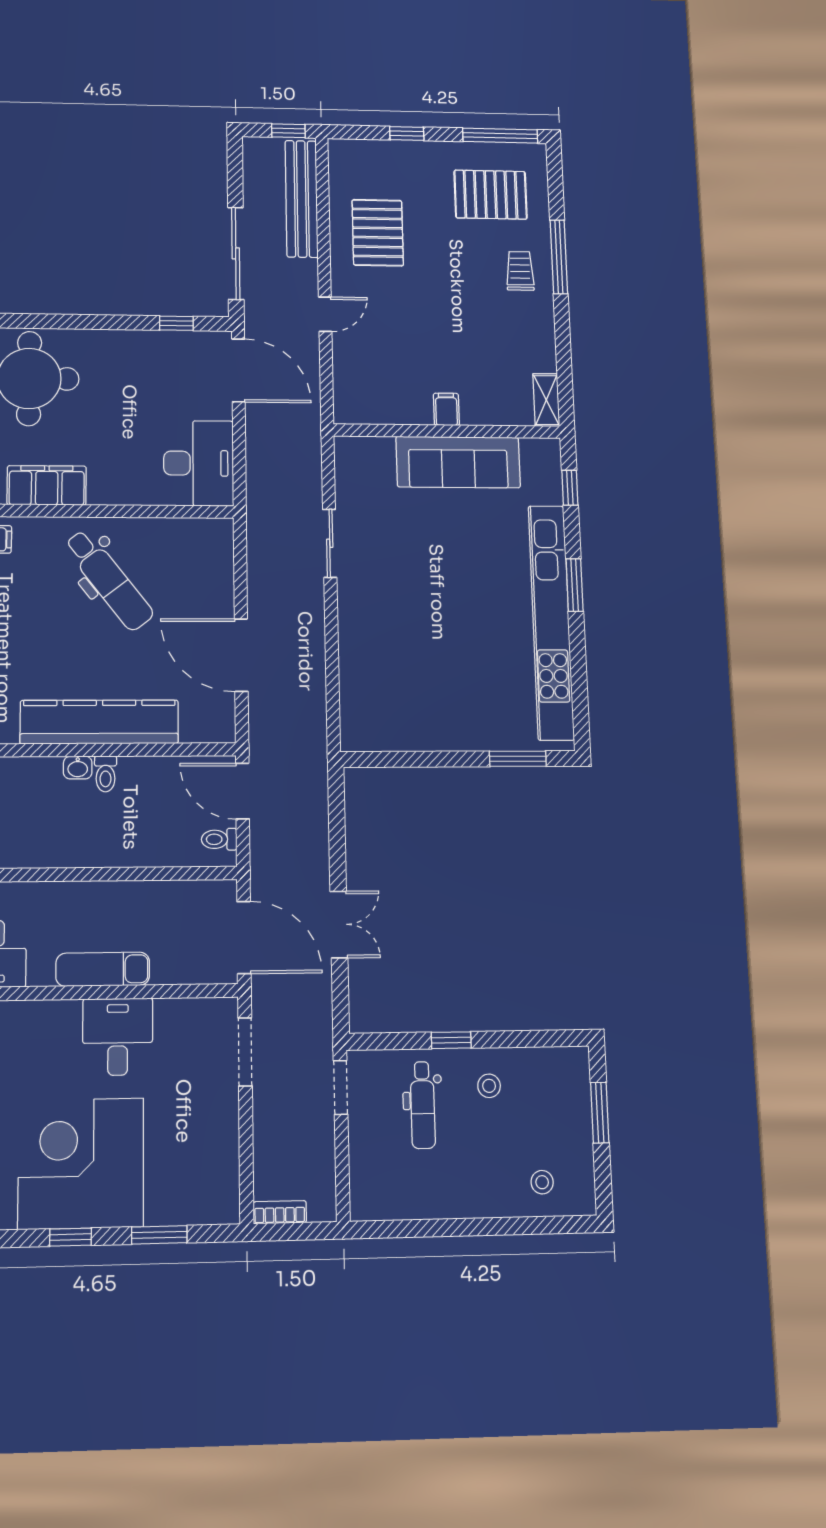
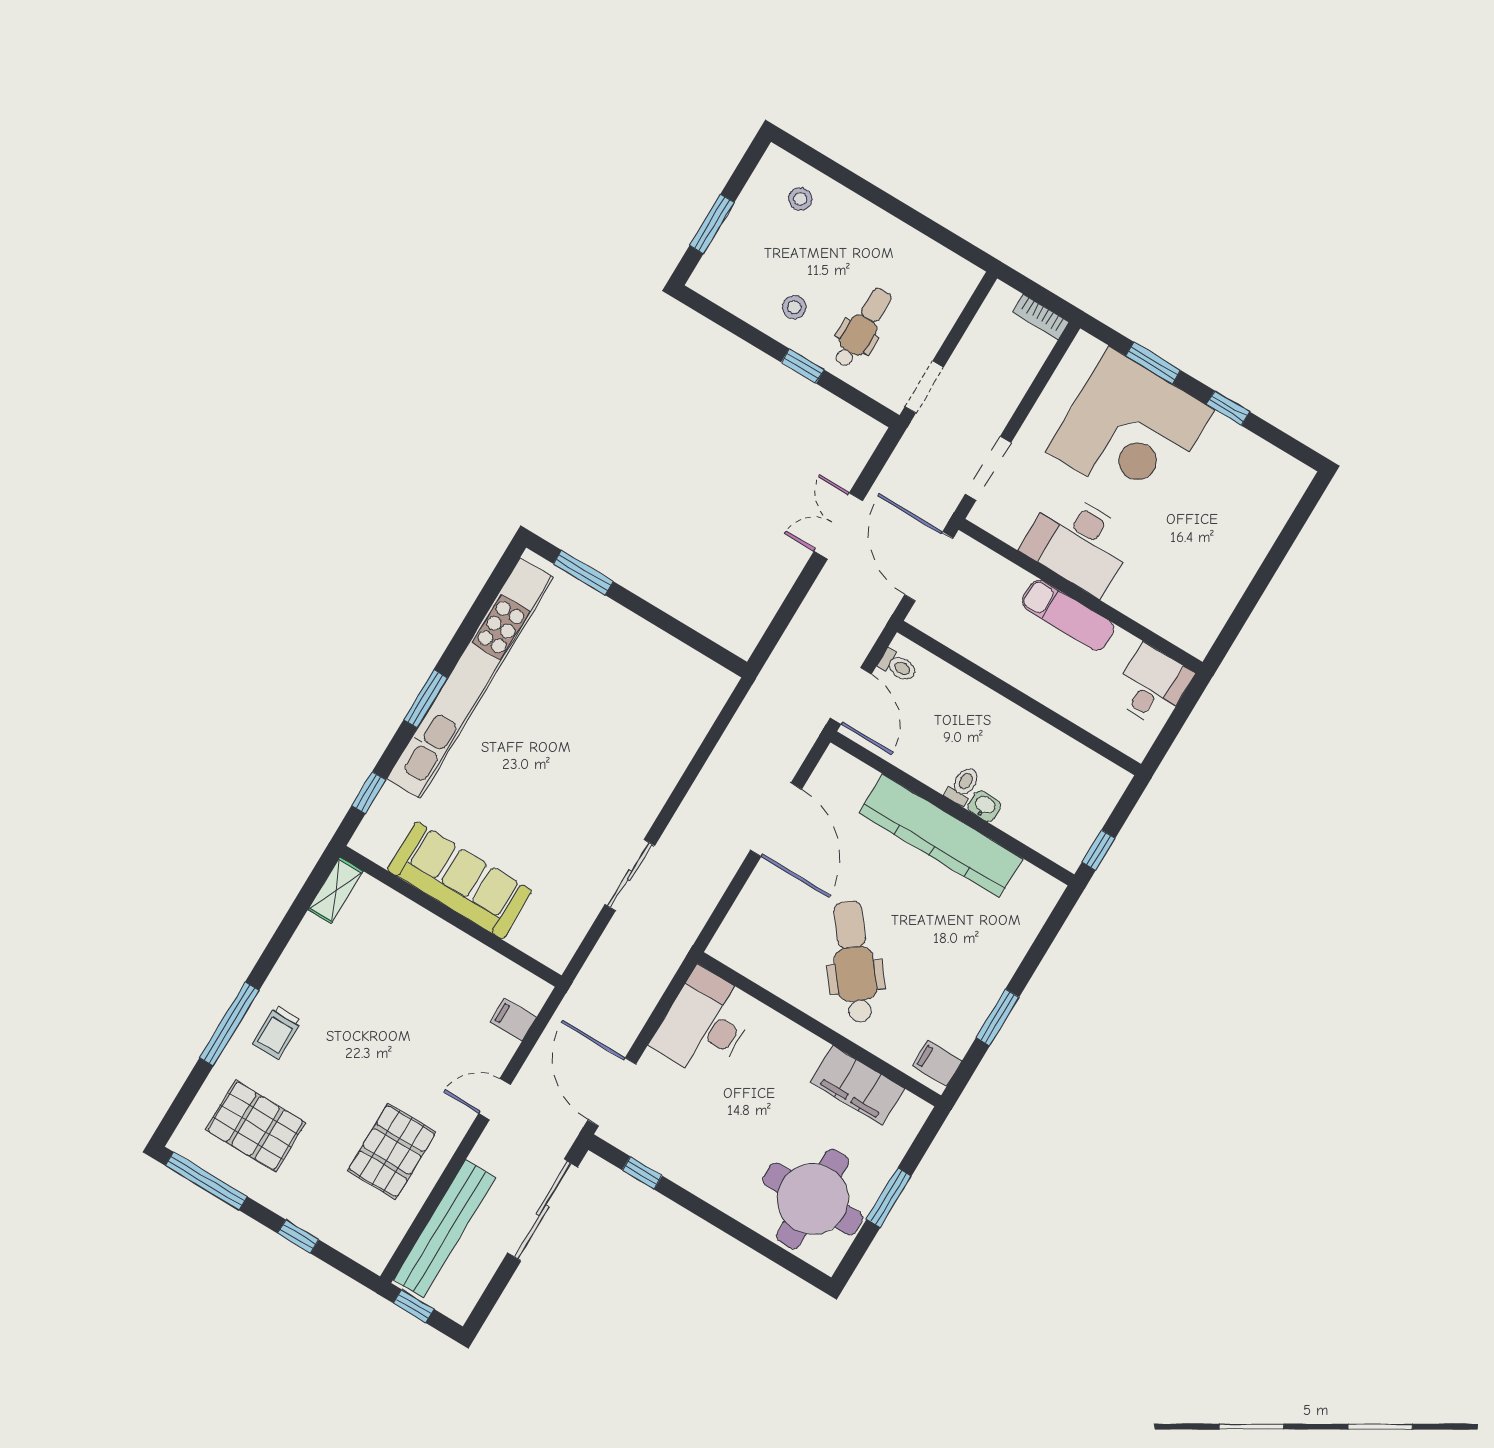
filing cabinet: (446, 409) -> (513, 1020), moved, turned 90
desk: (118, 1037) -> (1078, 543), width x1.37
corner desk: (81, 1163) -> (1130, 431), moved

